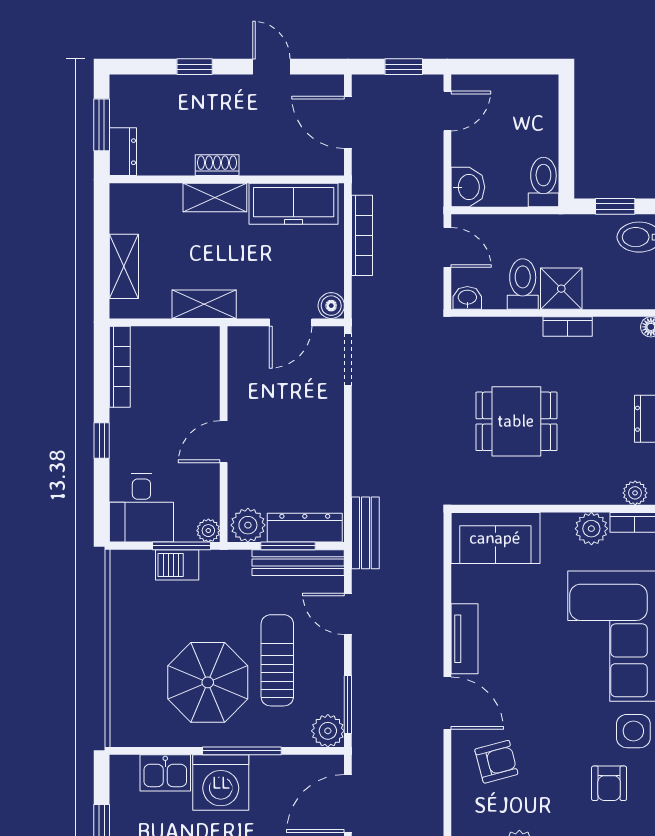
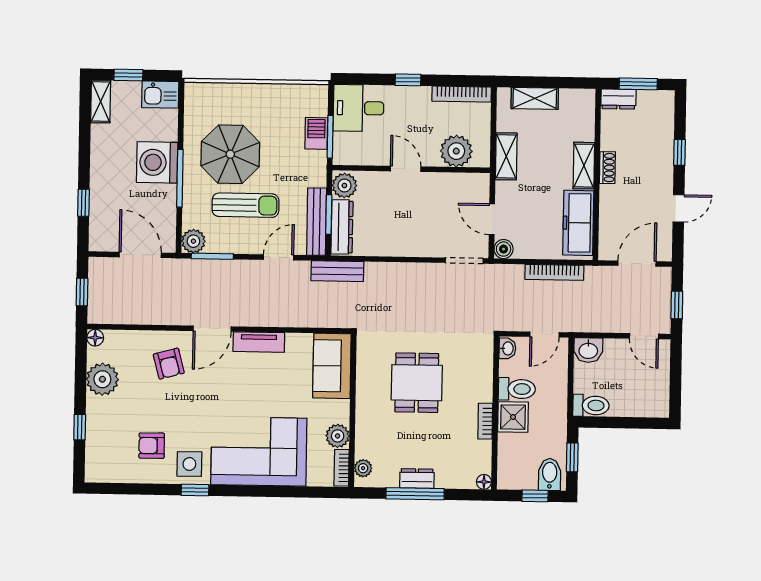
plant: (208, 531) -> (456, 151), moved, width x1.87, depth x1.87
kitchen sink: (165, 773) -> (160, 95), moved, turned -90

